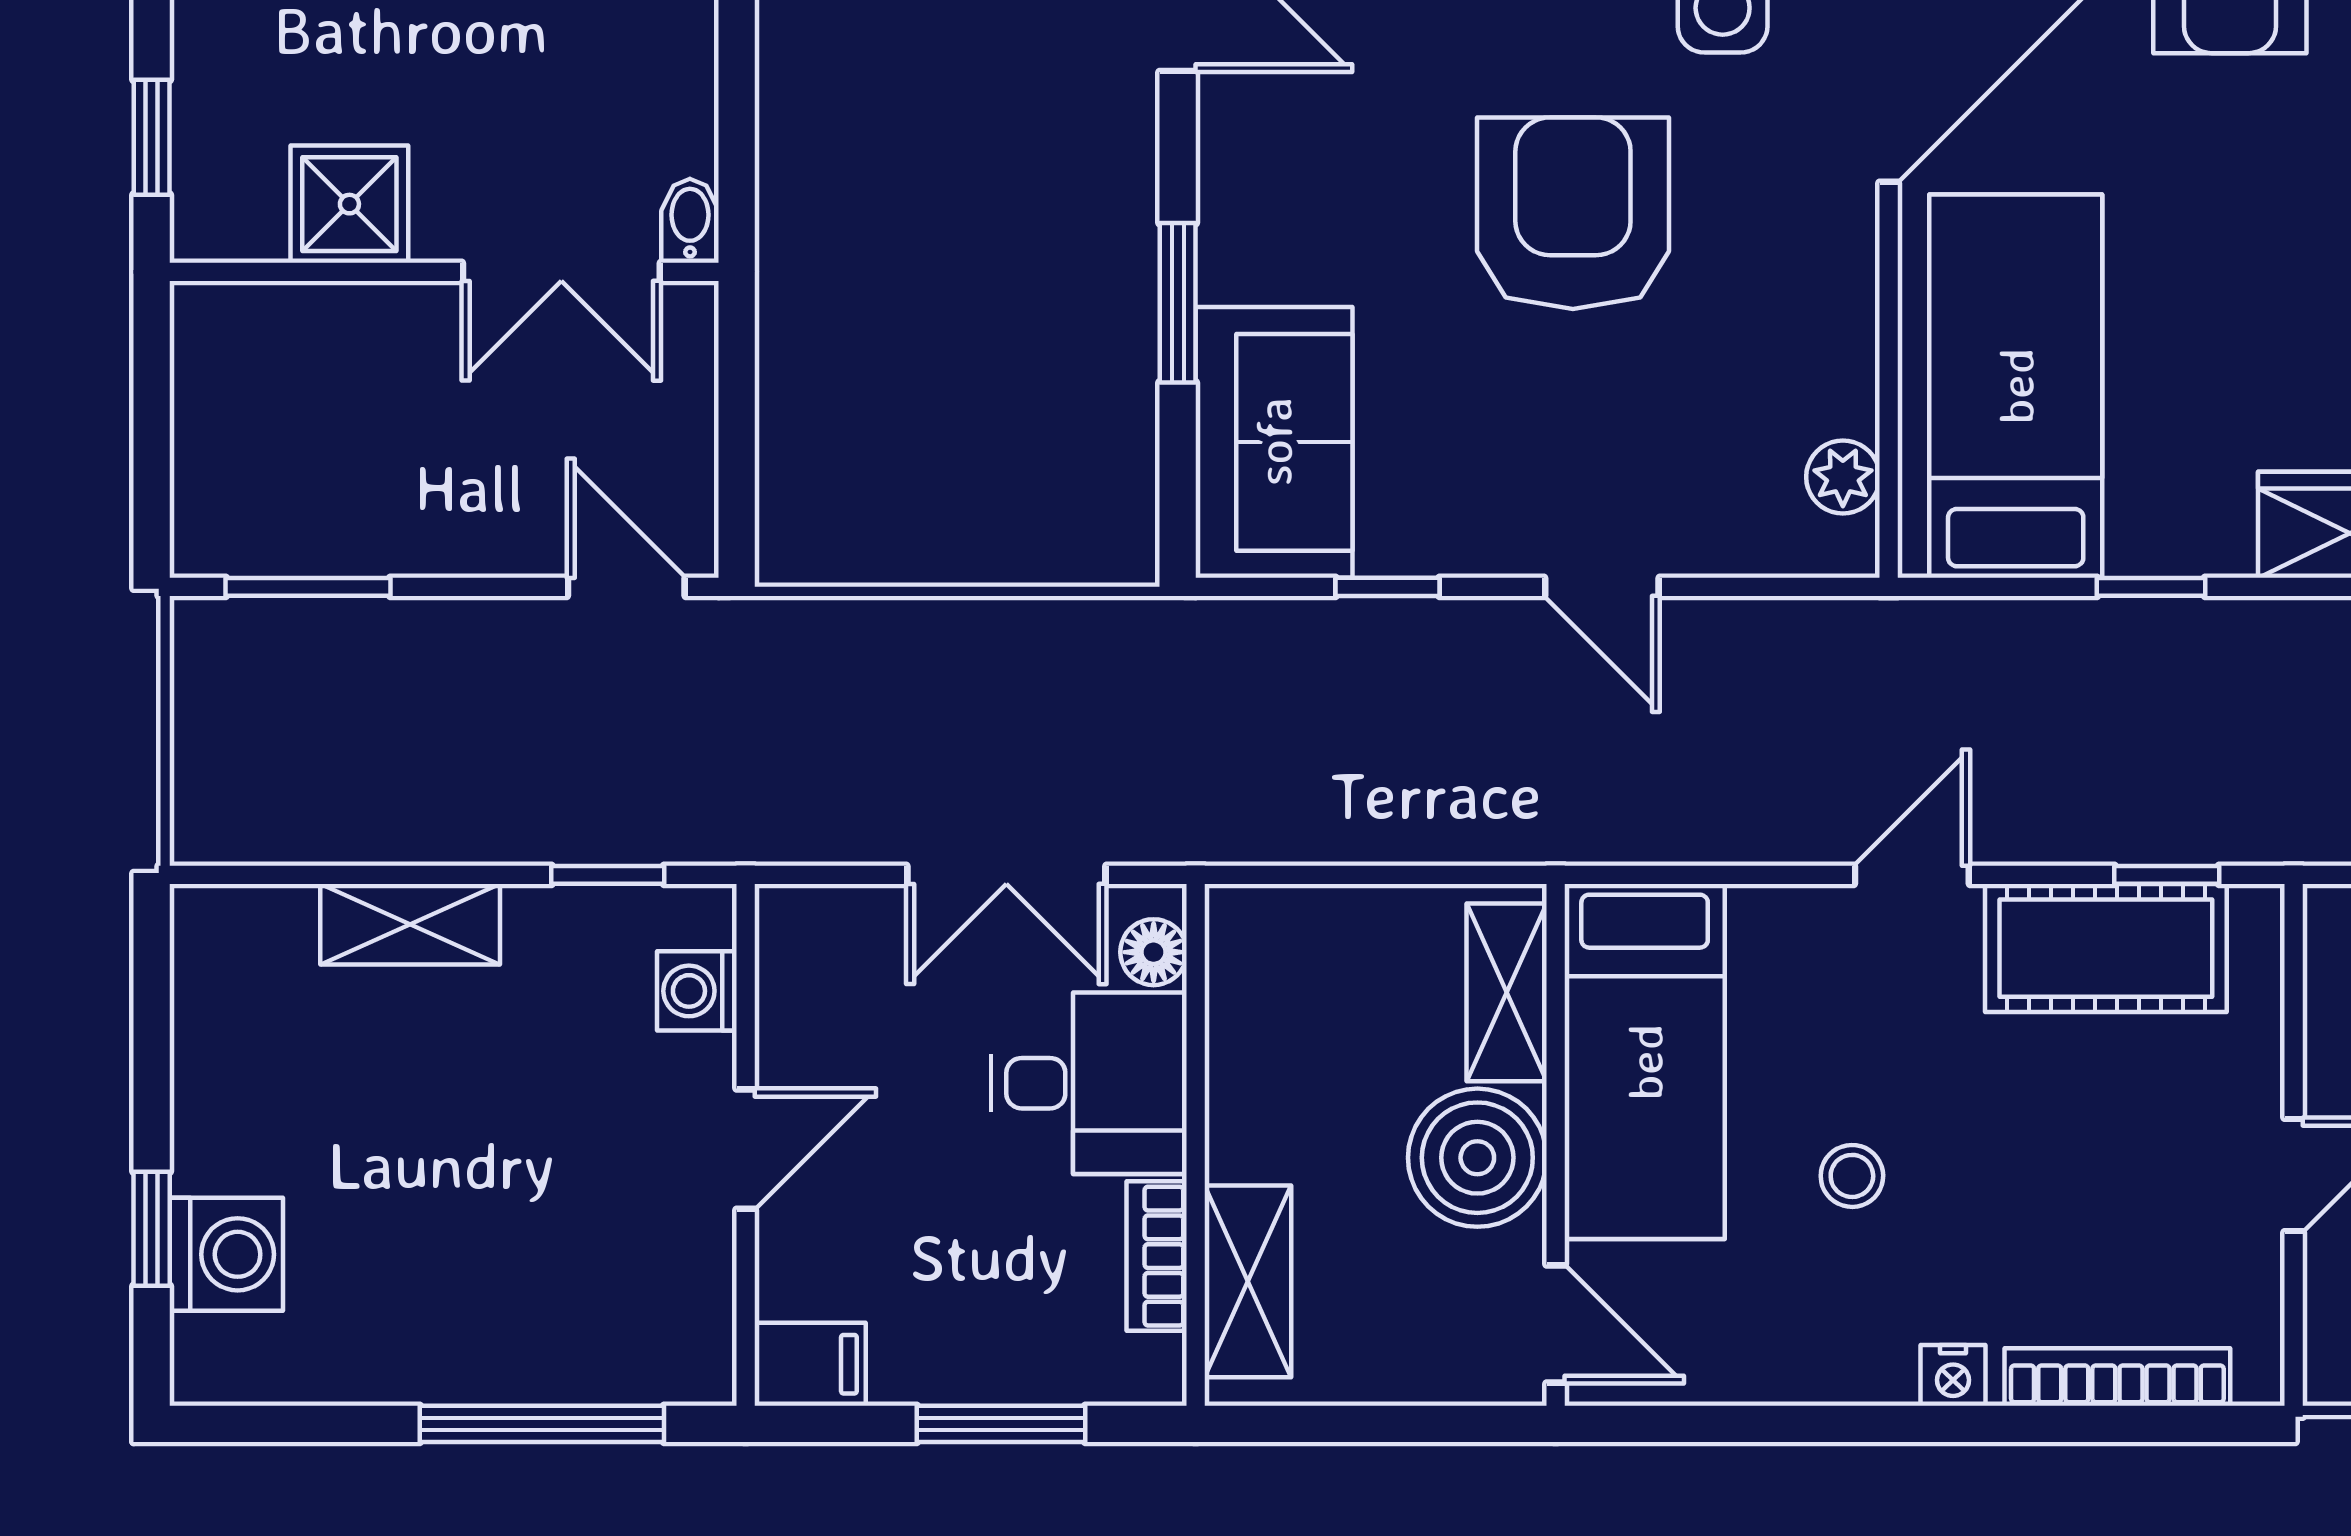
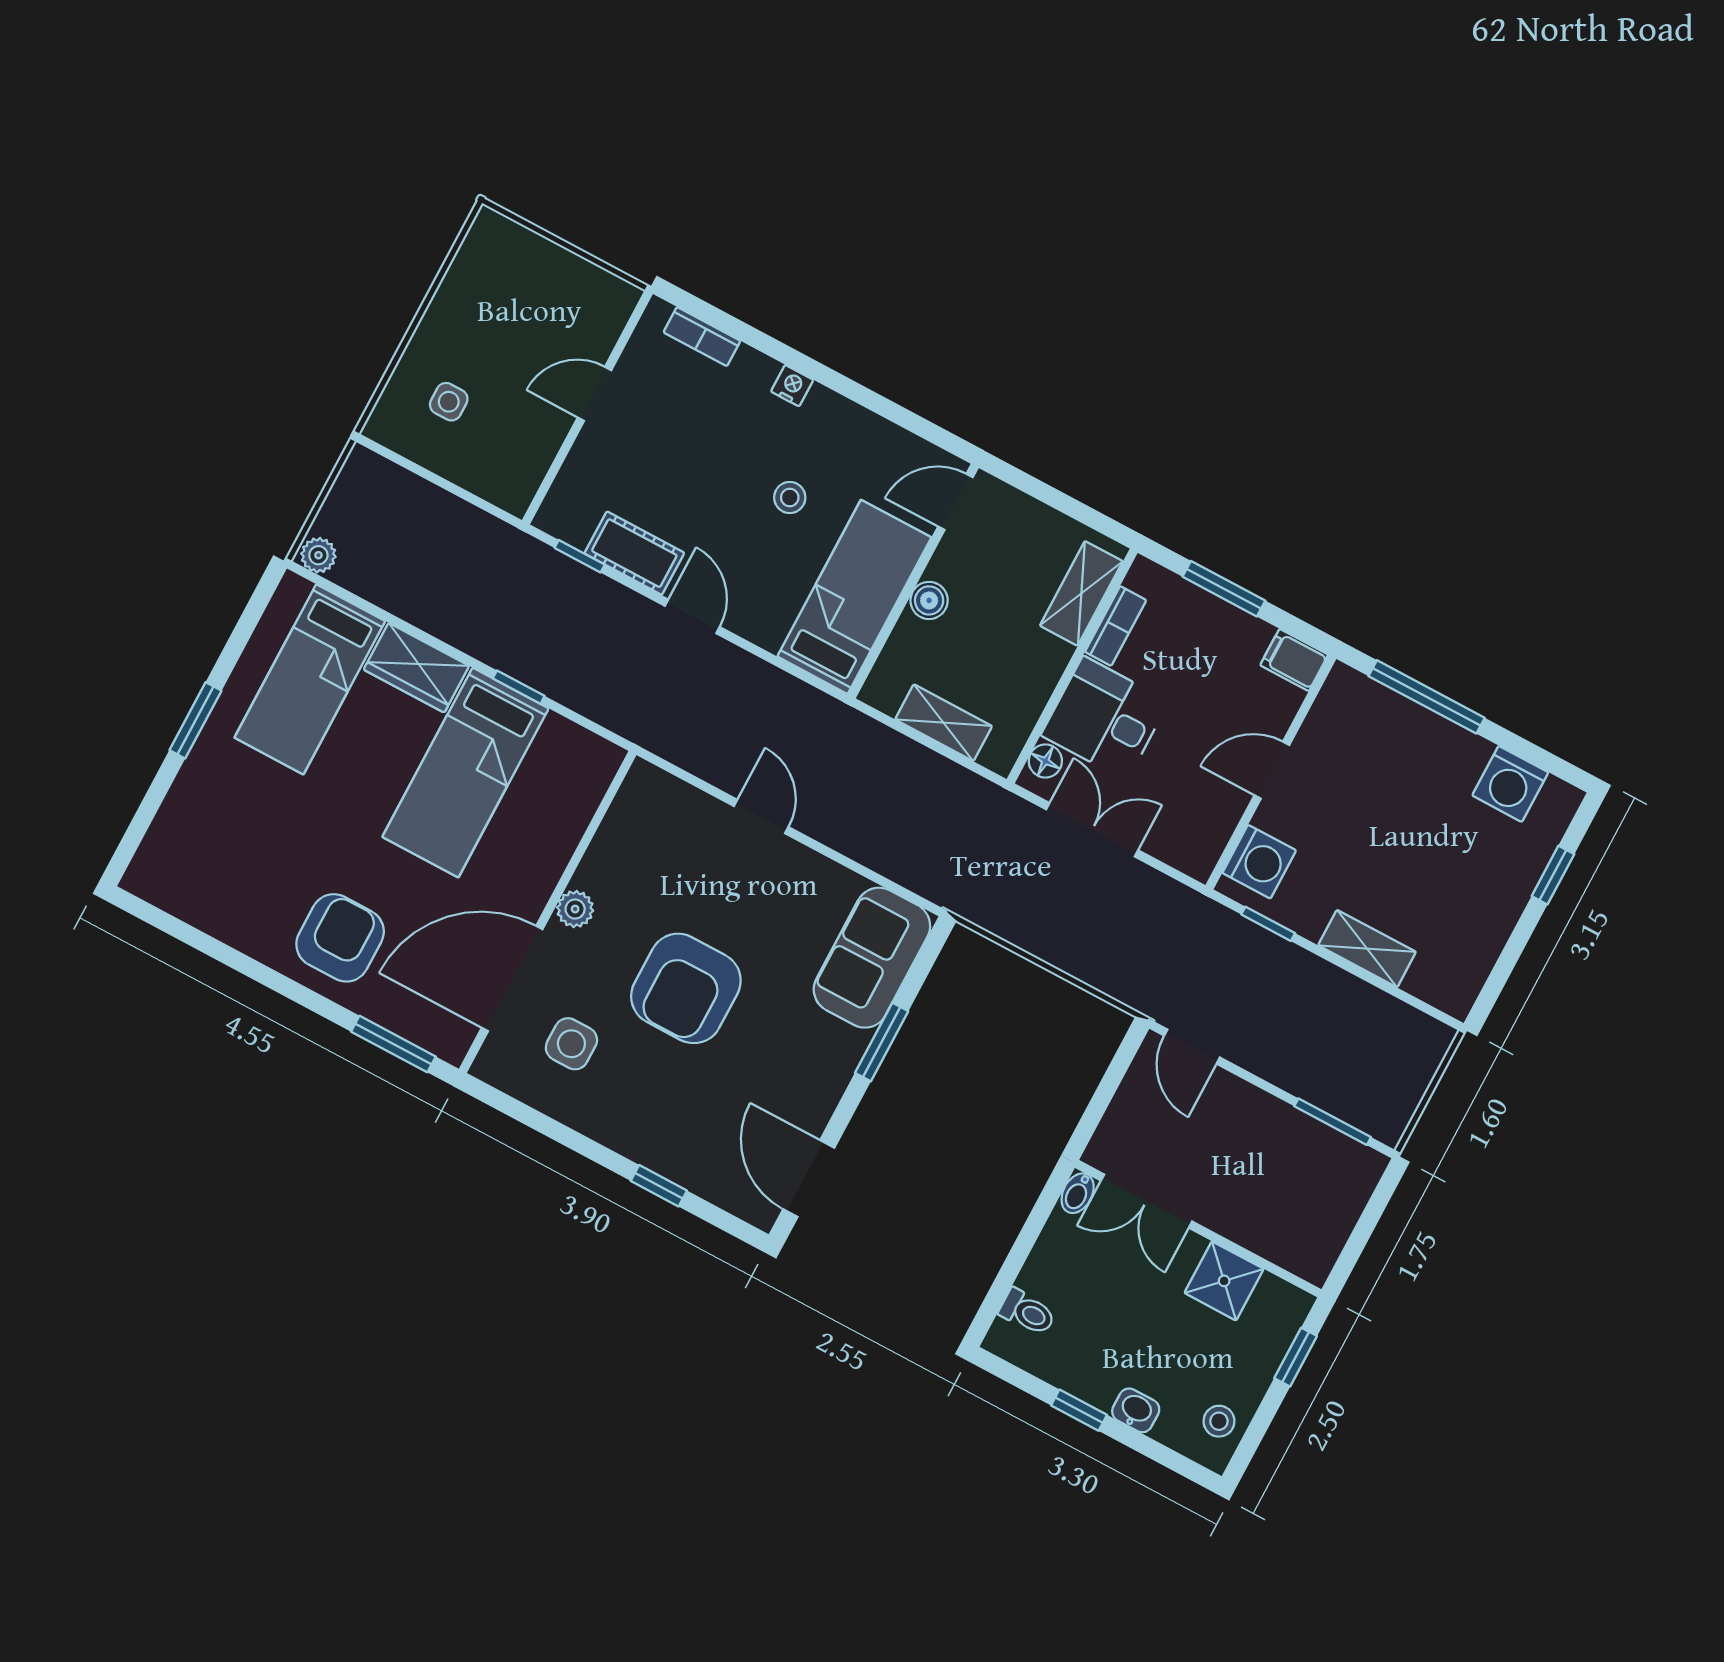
double door: (561, 272) -> (1146, 1201), swing flipped
bed: (2016, 386) -> (465, 773), moved
plant: (1843, 477) -> (575, 909), moved
window: (1388, 587) -> (856, 867), removed
door: (1912, 875) -> (692, 616), swing flipped
cot: (2106, 948) -> (634, 553), width x0.73, depth x0.75
washing machine: (697, 991) -> (1259, 862), width x1.38, depth x1.38
shelving: (1507, 992) -> (944, 723), moved, turned 90
boiler: (1477, 1158) -> (929, 600), width x0.54, depth x0.54
washing machine: (226, 1254) -> (1510, 784), moved, turned -90
door: (1556, 1324) -> (955, 502), hinge flipped
bookcase: (2117, 1377) -> (702, 337), width x0.64

